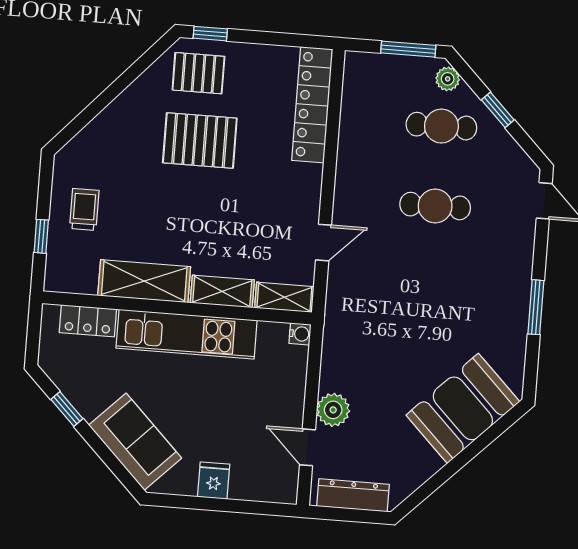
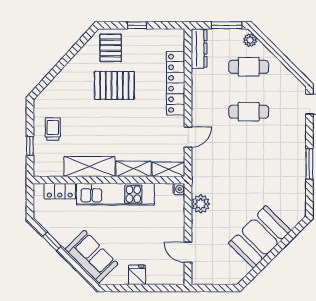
window: (210, 34) -> (137, 25), moved
pallet: (198, 73) -> (111, 48), turned 90
locker: (312, 105) -> (176, 83), moved
window: (498, 110) -> (279, 55), removed
booth: (463, 408) -> (260, 237), moved
plant: (333, 410) -> (201, 204), moved
dresser: (353, 495) -> (199, 49), moved, turned 90

